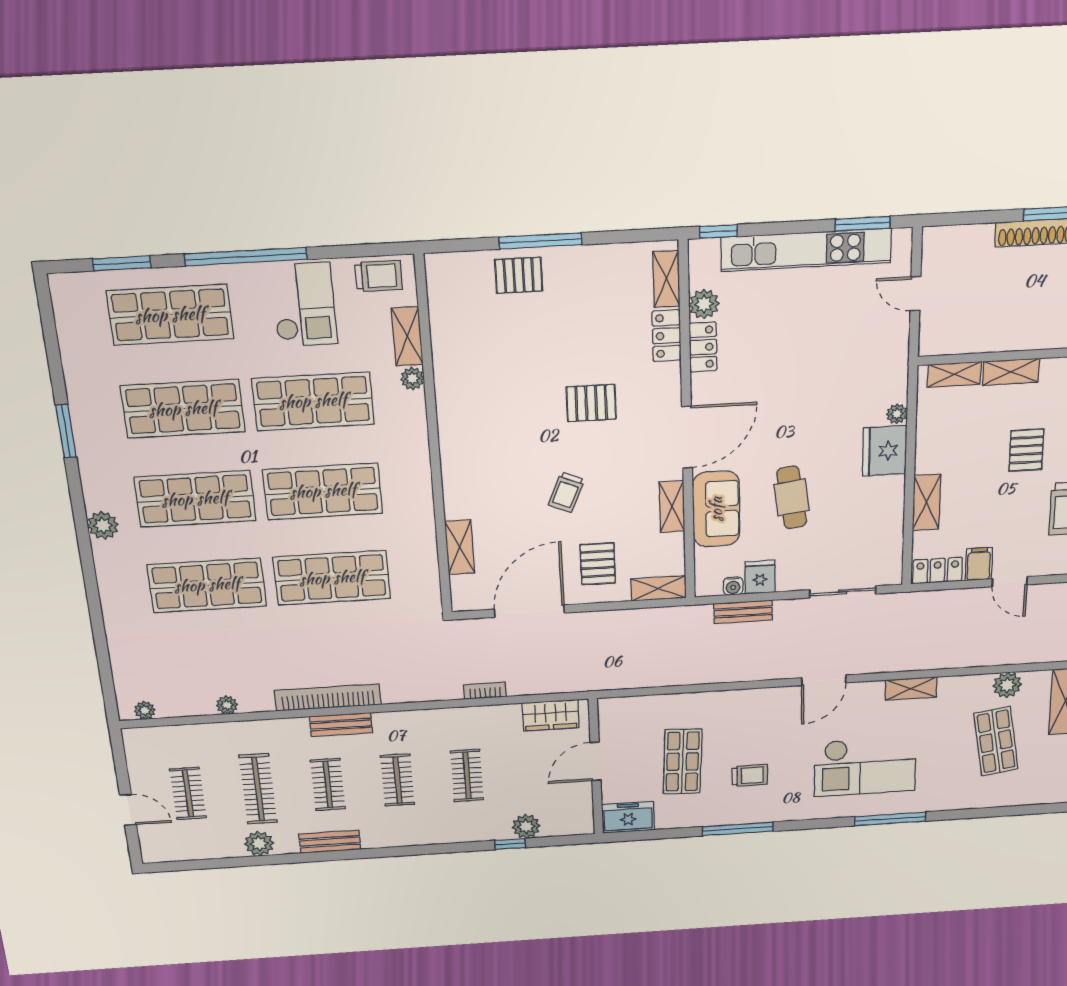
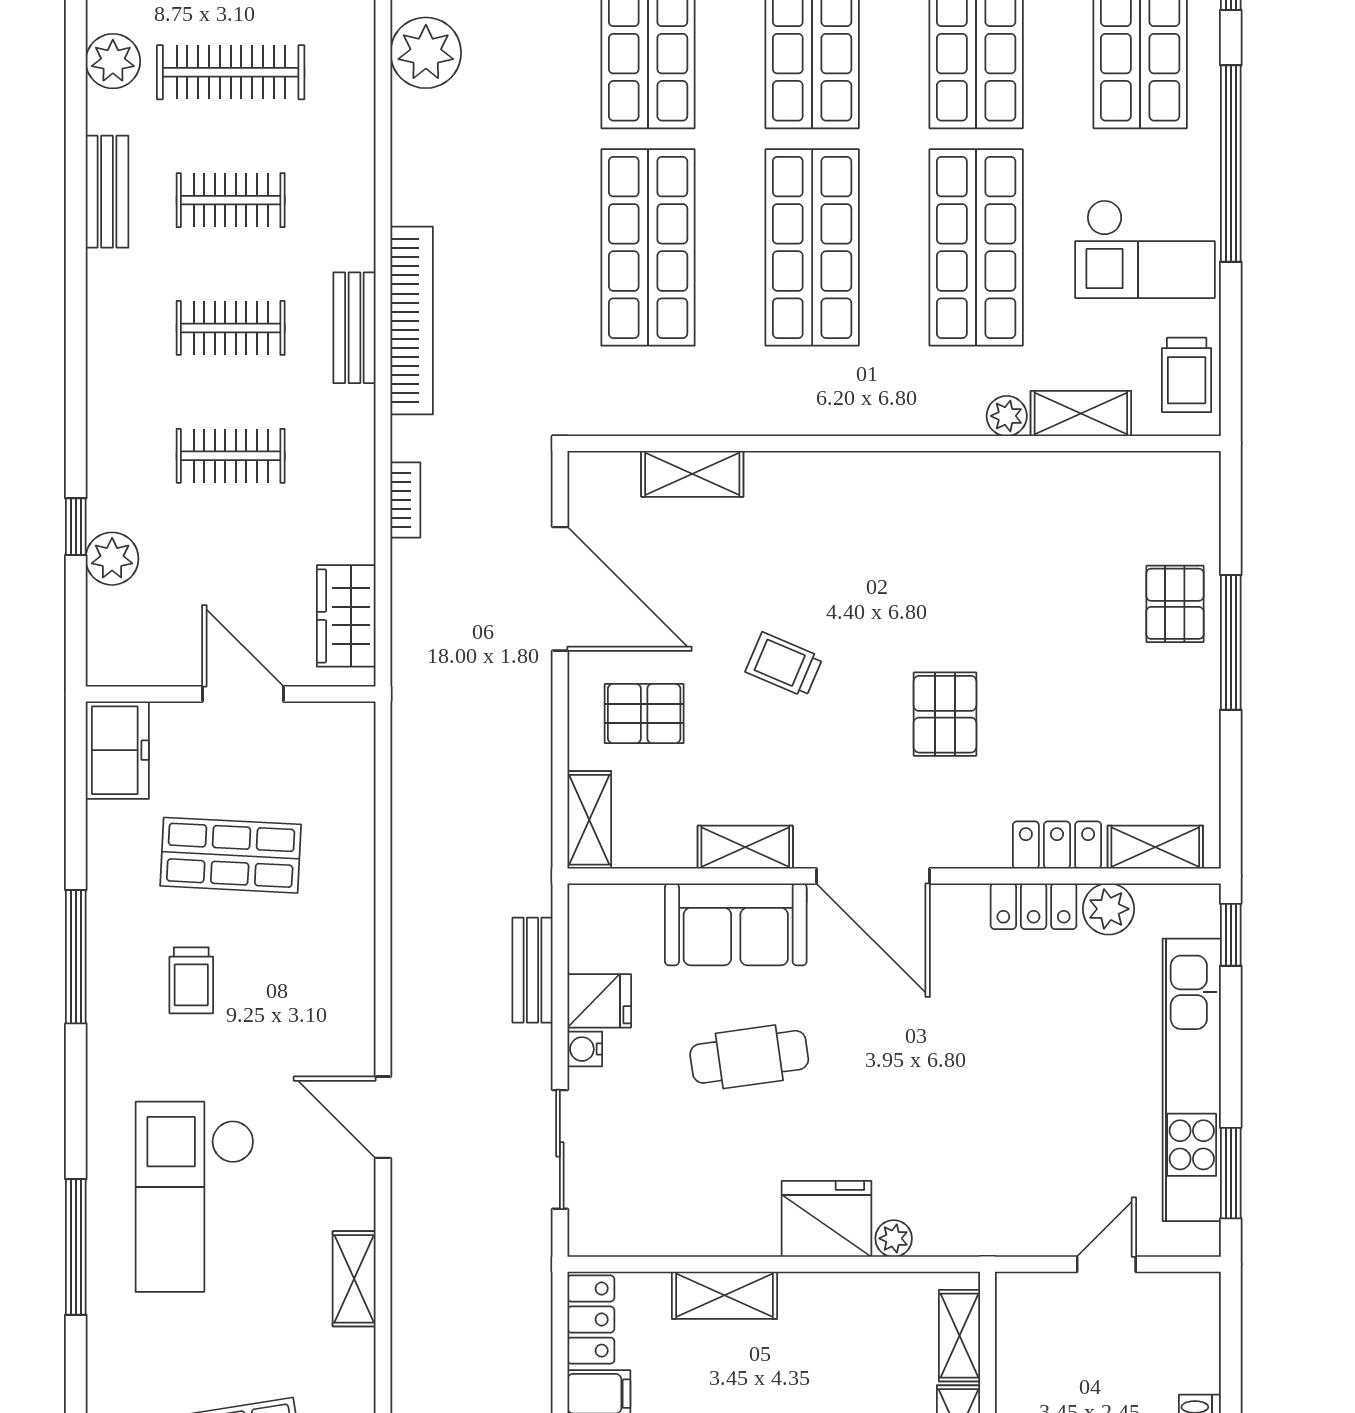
water cooler: (733, 586) -> (585, 1049), moved
bookcase: (328, 697) -> (412, 321), moved
plant: (227, 705) -> (426, 53), width x1.88, depth x1.88
bench: (341, 725) -> (354, 328), moved

